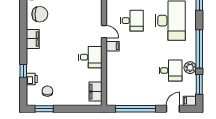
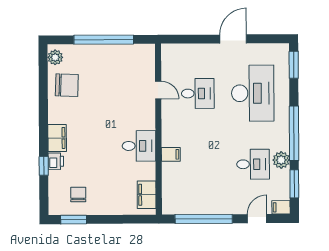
door: (104, 32) -> (158, 90), moved
filing cabinet: (33, 39) -> (57, 138), moved
filing cabinet: (113, 46) -> (171, 154), moved
printer: (32, 79) -> (56, 161), moved

